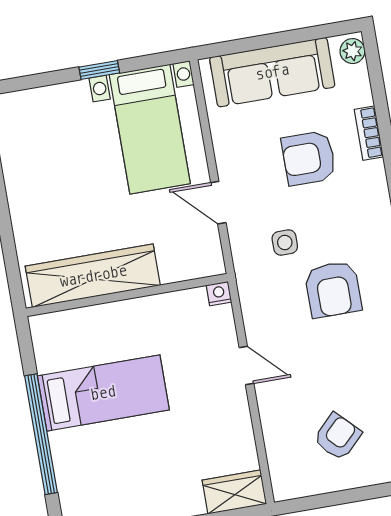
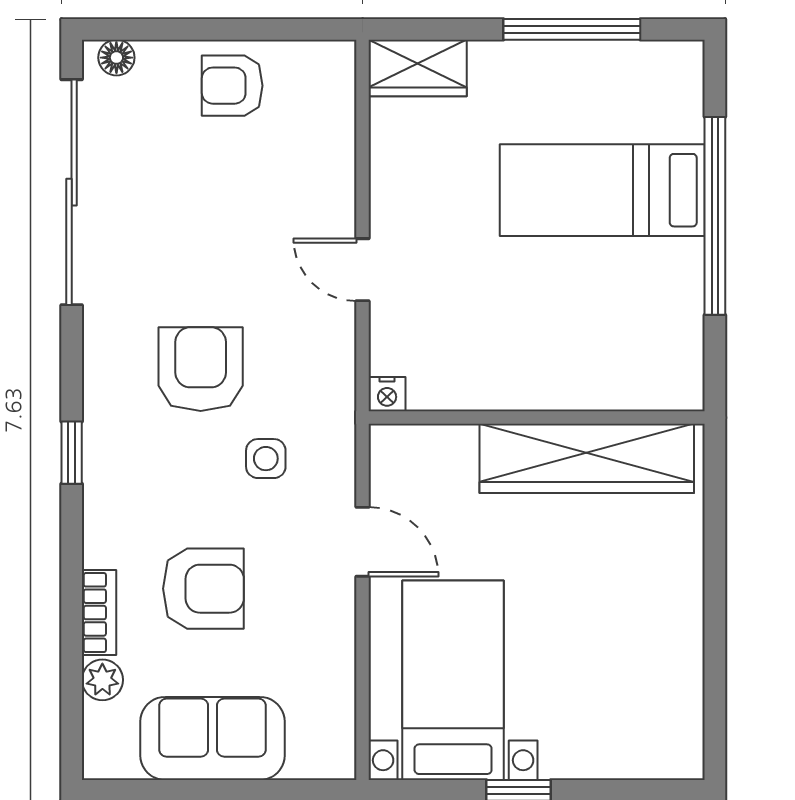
plant: (352, 51) -> (102, 680), moved
sofa: (272, 72) -> (213, 738), width x0.73
bed: (103, 393) -> (602, 190), moved
armchair: (338, 437) -> (232, 86), moved, turned 45

